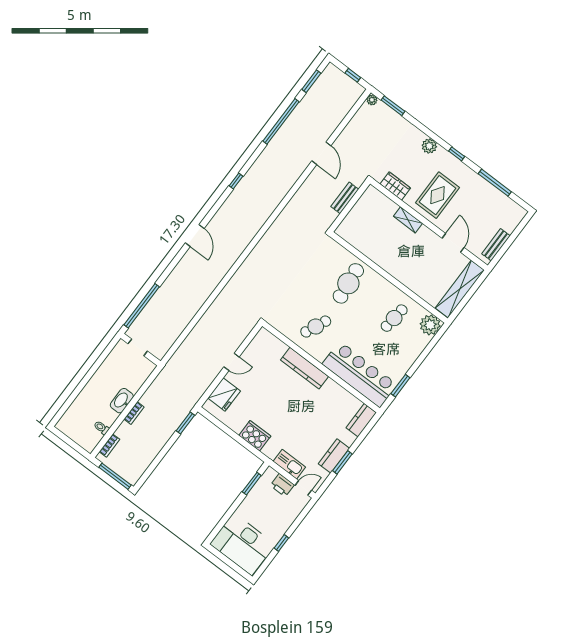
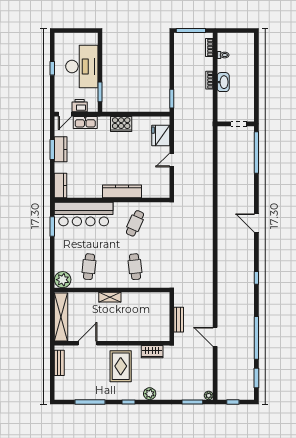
shelving: (408, 220) -> (110, 297), moved
door: (453, 243) -> (88, 343), swing flipped
cafe table: (348, 283) -> (135, 267), width x0.73, depth x0.74
desk: (243, 544) -> (82, 66), moved, turned 90

